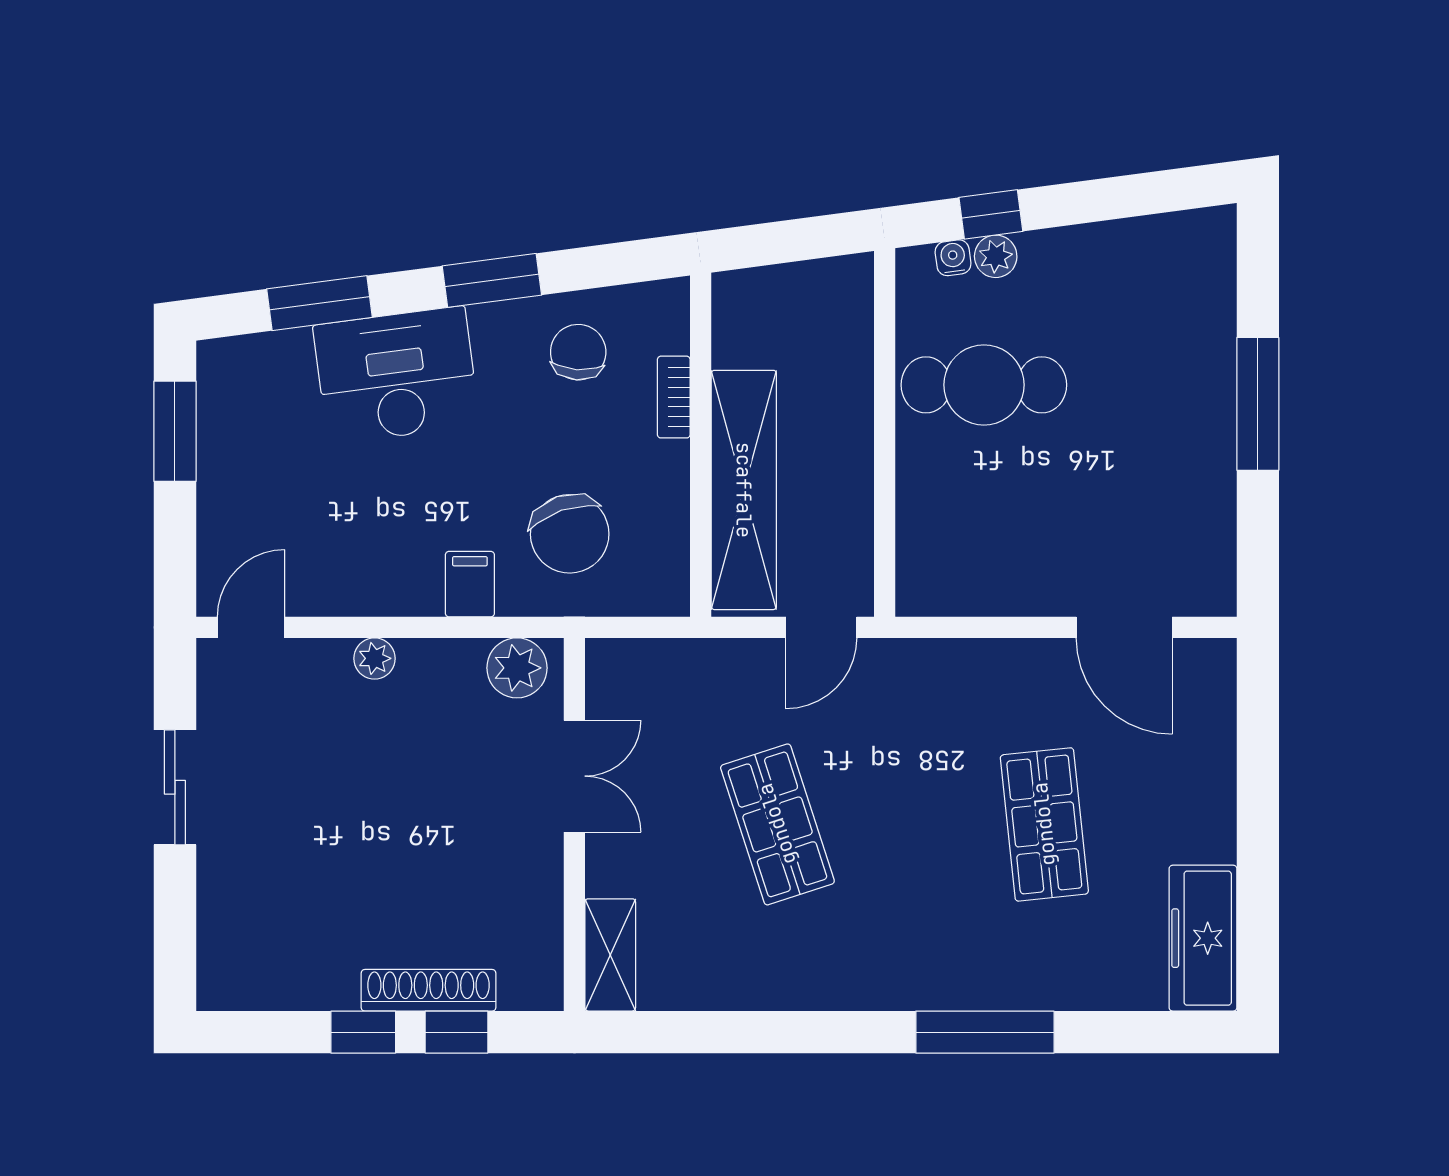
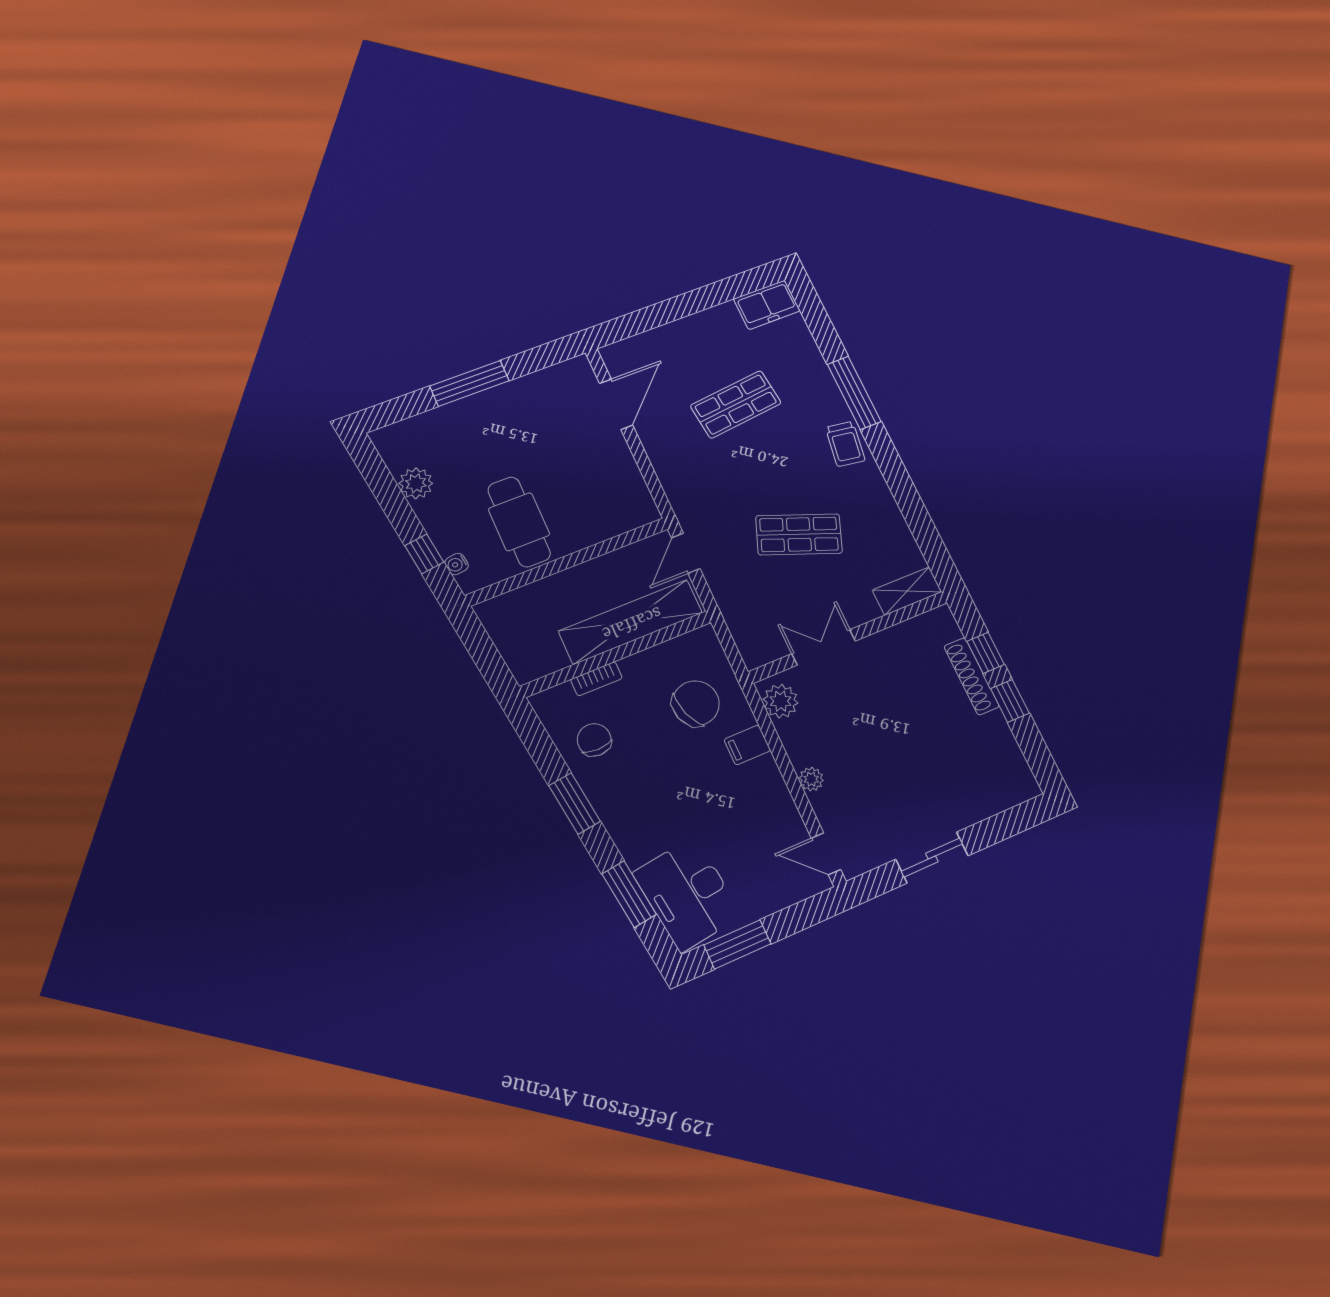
plant: (996, 256) -> (416, 483), moved, width x1.38, depth x1.38
chair: (578, 352) -> (594, 740), turned 86
desk: (396, 375) -> (688, 894), moved
door: (821, 627) -> (686, 553), swing flipped
shop shelf: (777, 824) -> (799, 534), turned 39
freezer: (1203, 938) -> (767, 305), width x0.71
trolley: (901, 974) -> (845, 444), added

